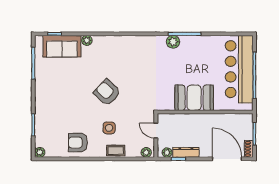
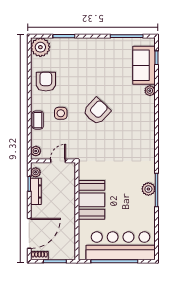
plant: (173, 42) -> (148, 189), moved
plant: (40, 152) -> (40, 47), width x1.87, depth x1.87

